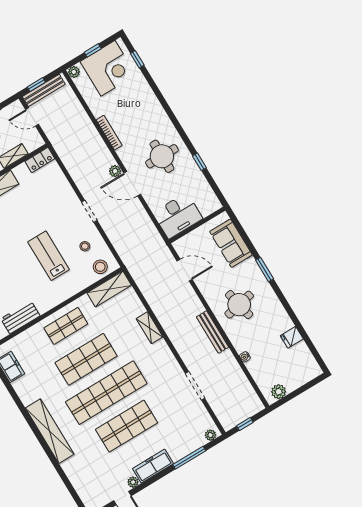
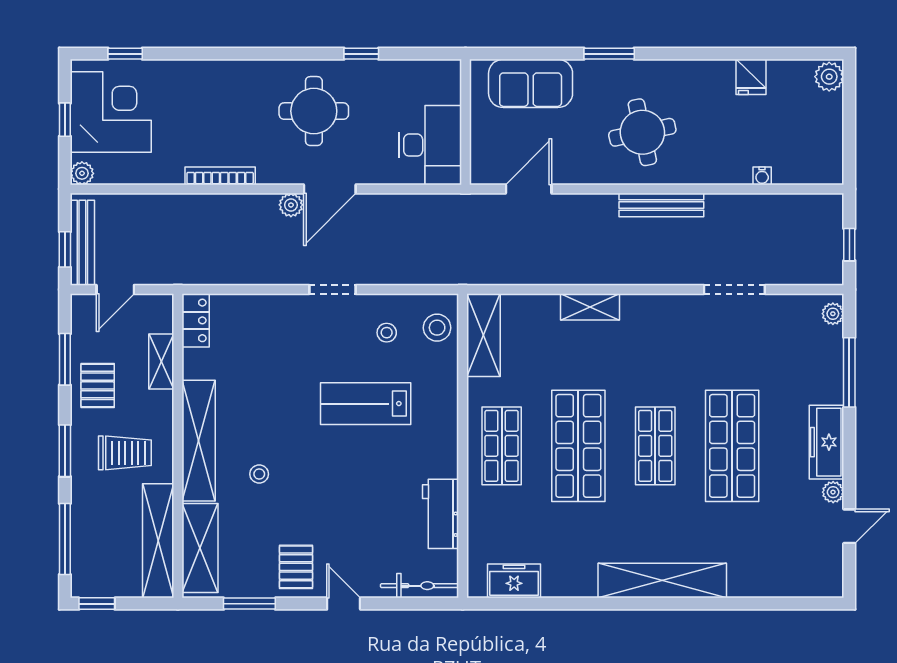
water cooler: (245, 357) -> (762, 176), moved
plant: (279, 392) -> (829, 77), moved
shop shelf: (106, 393) -> (655, 446), width x0.50, depth x0.74

